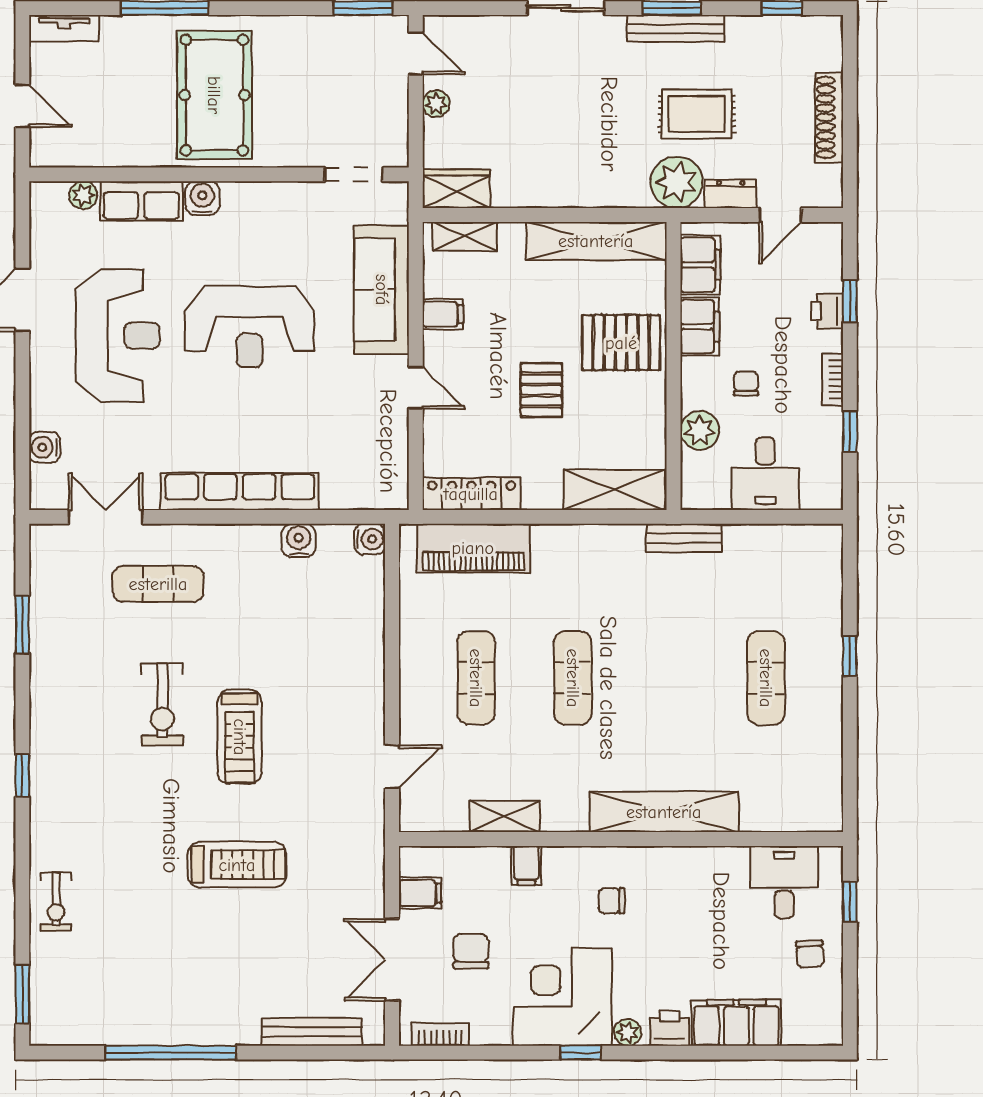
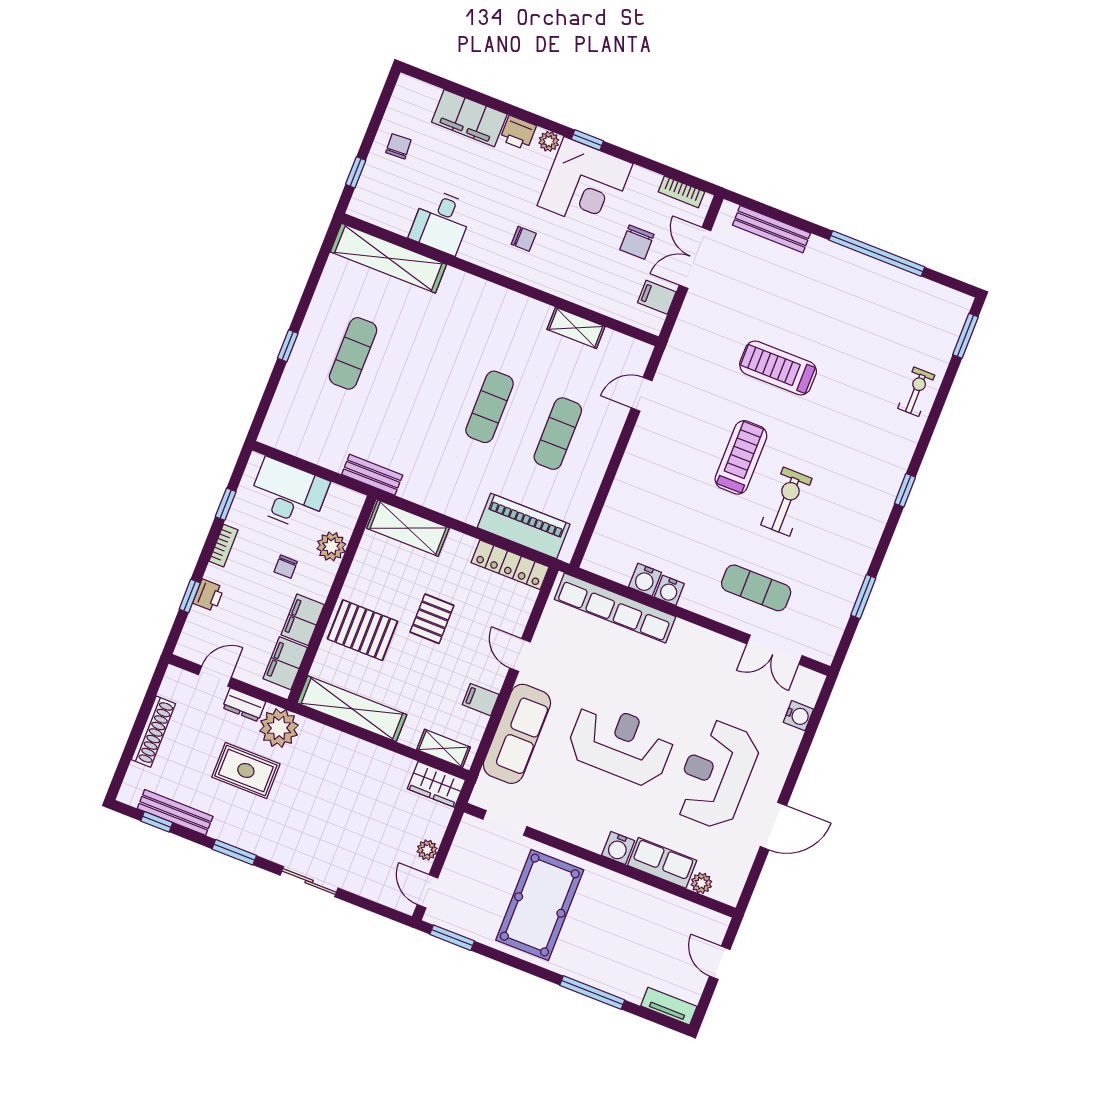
bench: (676, 28) -> (175, 812), moved
pool table: (214, 95) -> (540, 905), moved
desk: (765, 474) -> (288, 494), width x1.37
row of seats: (240, 491) -> (615, 608), moved
water cooler: (370, 539) -> (669, 590), moved, turned -90
shelving: (664, 812) -> (388, 258), moved
filing cabinet: (526, 865) -> (574, 287), removed
desk: (784, 882) -> (441, 222), moved
double door: (392, 960) -> (695, 258), swing flipped

